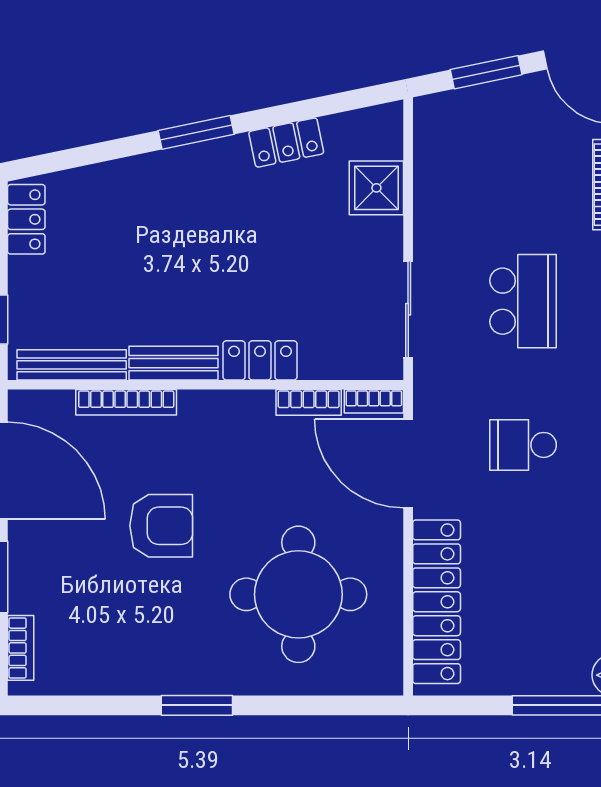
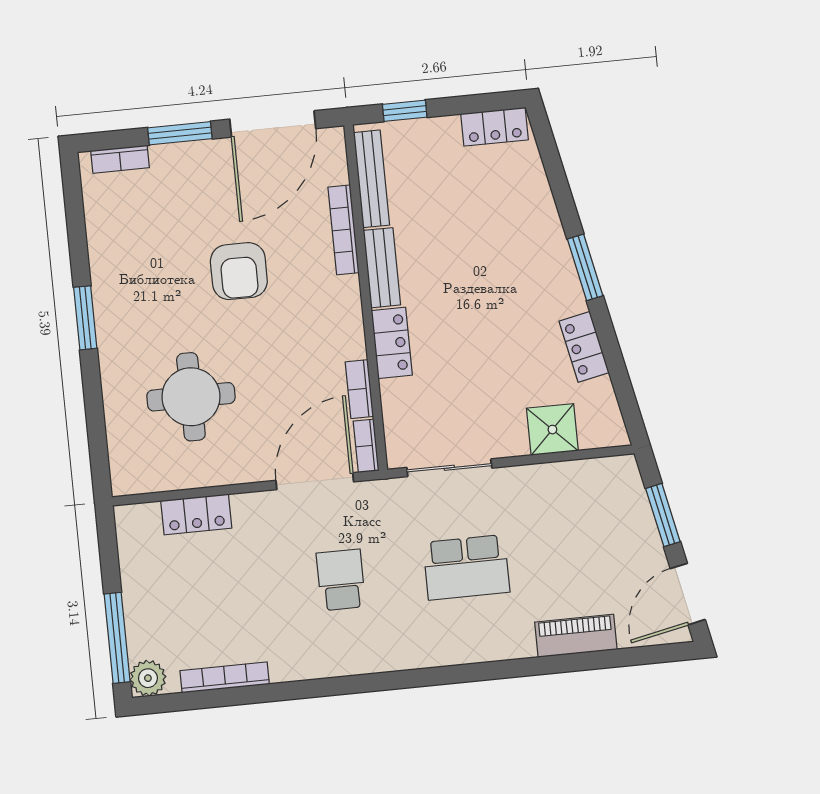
round table: (298, 594) -> (191, 397), width x0.73, depth x0.73
locker: (437, 602) -> (196, 514), width x0.46, depth x0.83

